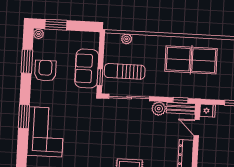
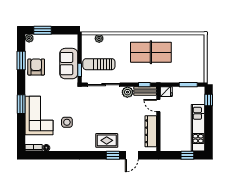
side table: (80, 142) -> (67, 122), added

